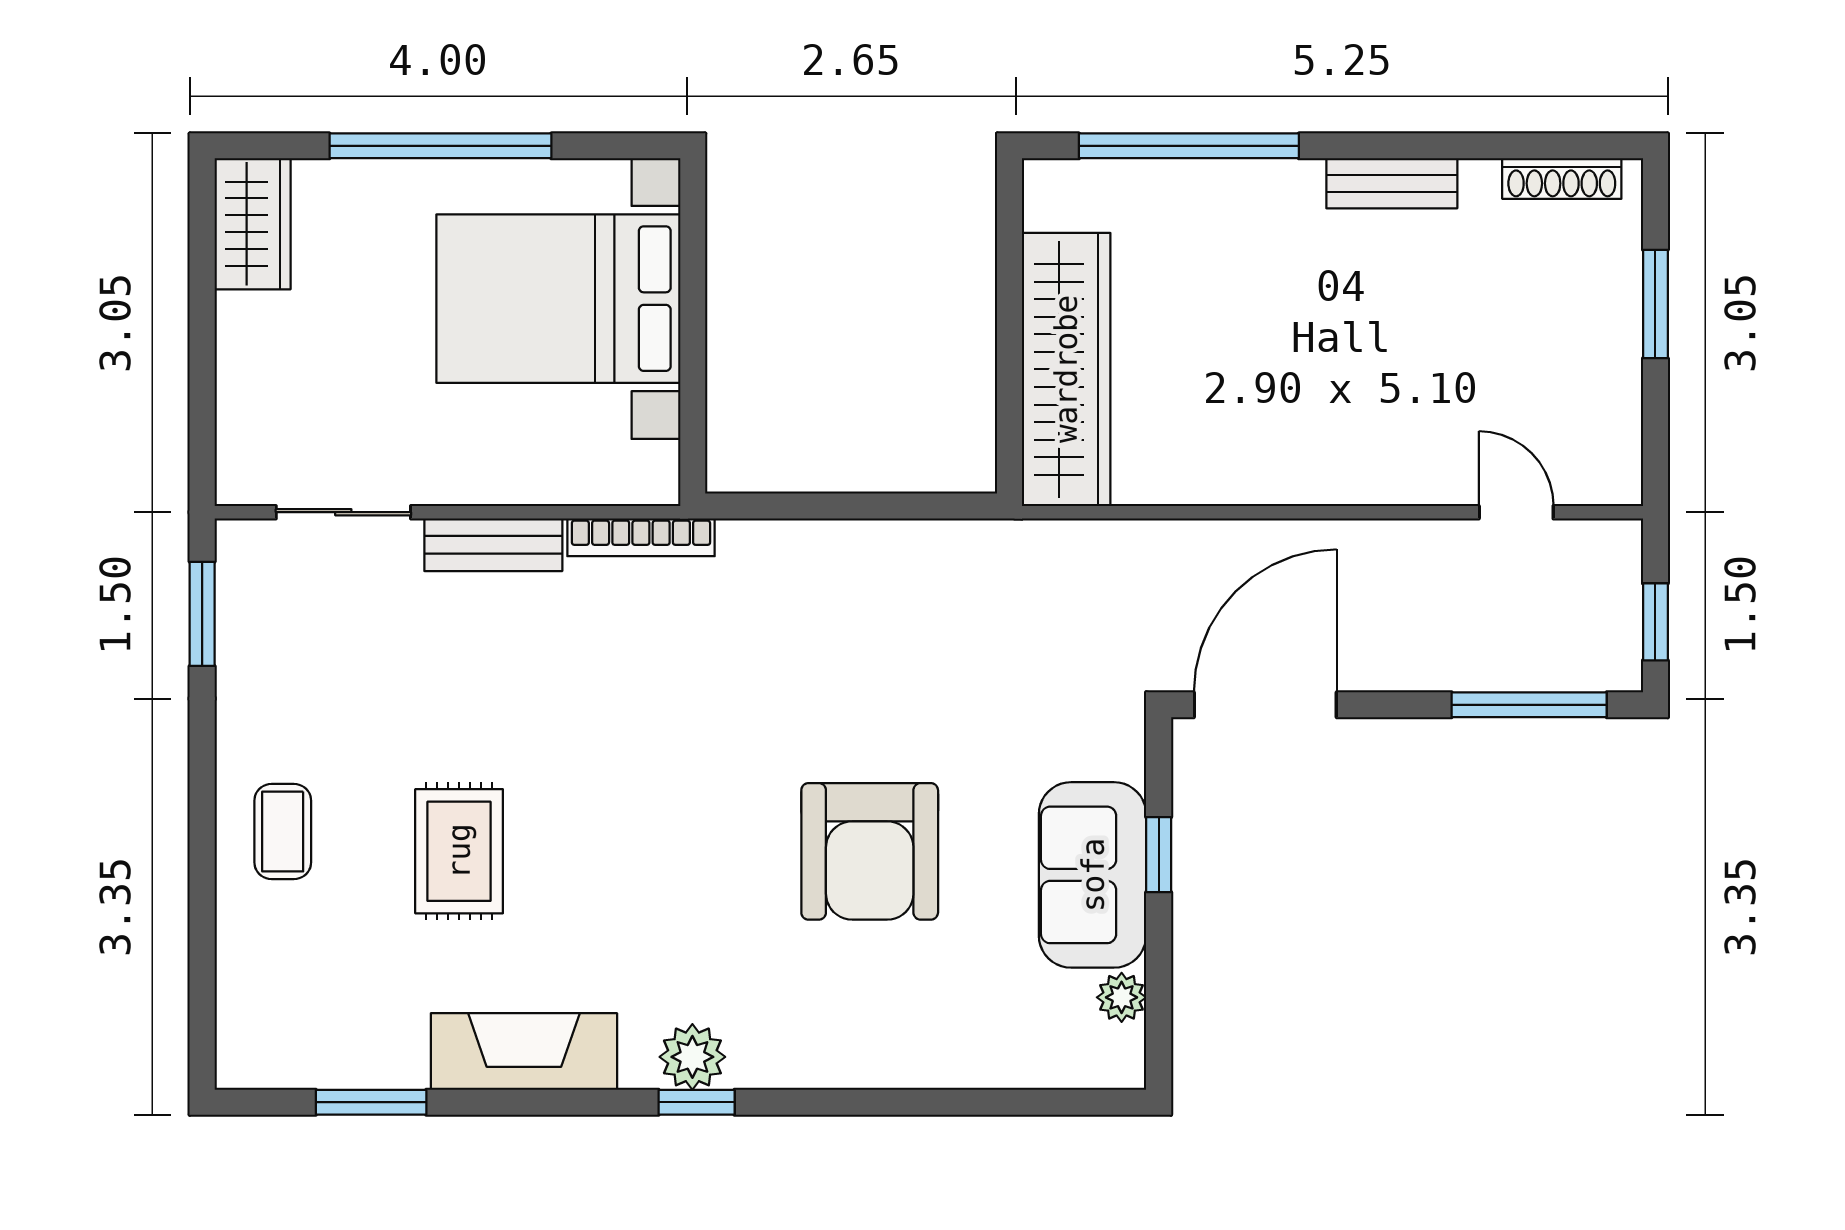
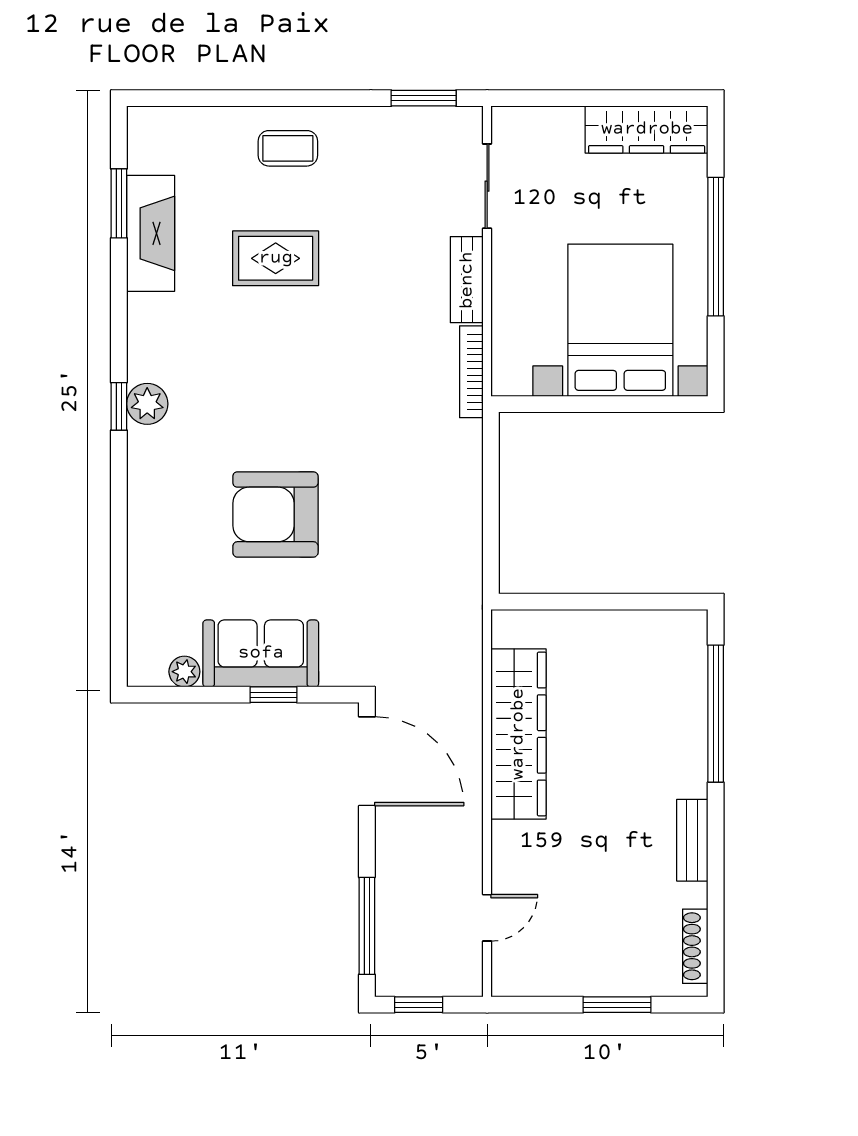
wardrobe: (253, 224) -> (647, 129), width x1.50
wardrobe: (1066, 369) -> (518, 734), moved, turned -90
fireplace: (524, 1051) -> (151, 233), moved

